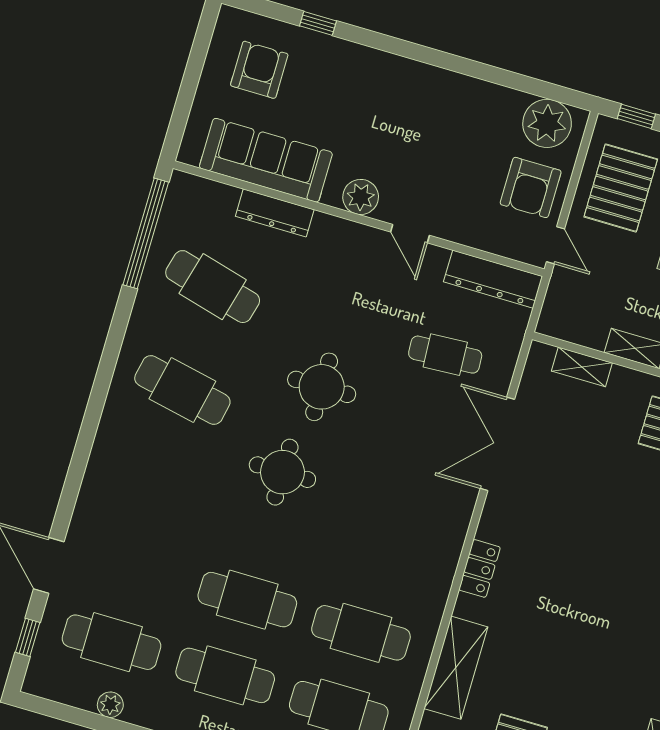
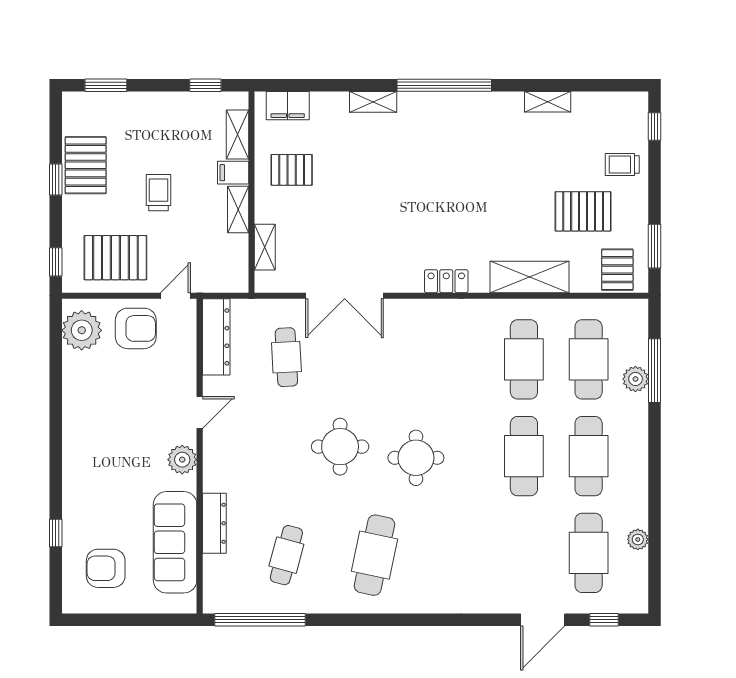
cafe table: (213, 287) -> (286, 555), width x0.73, depth x0.74

